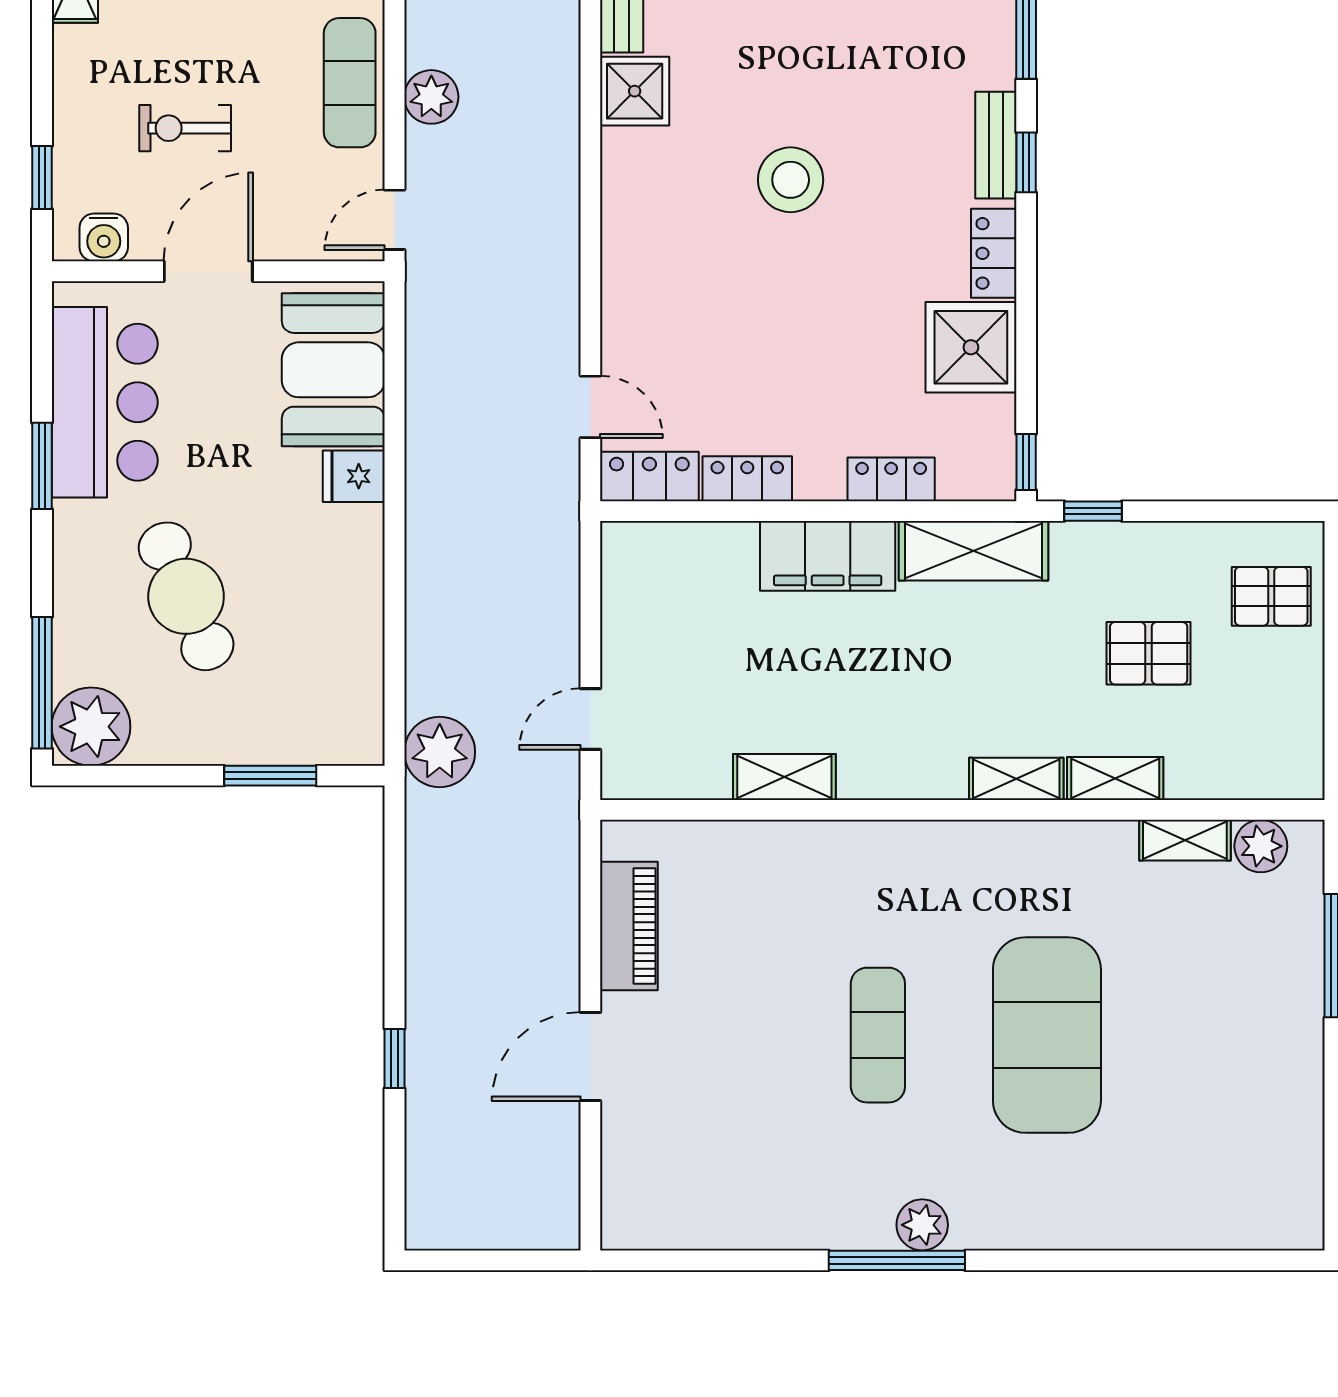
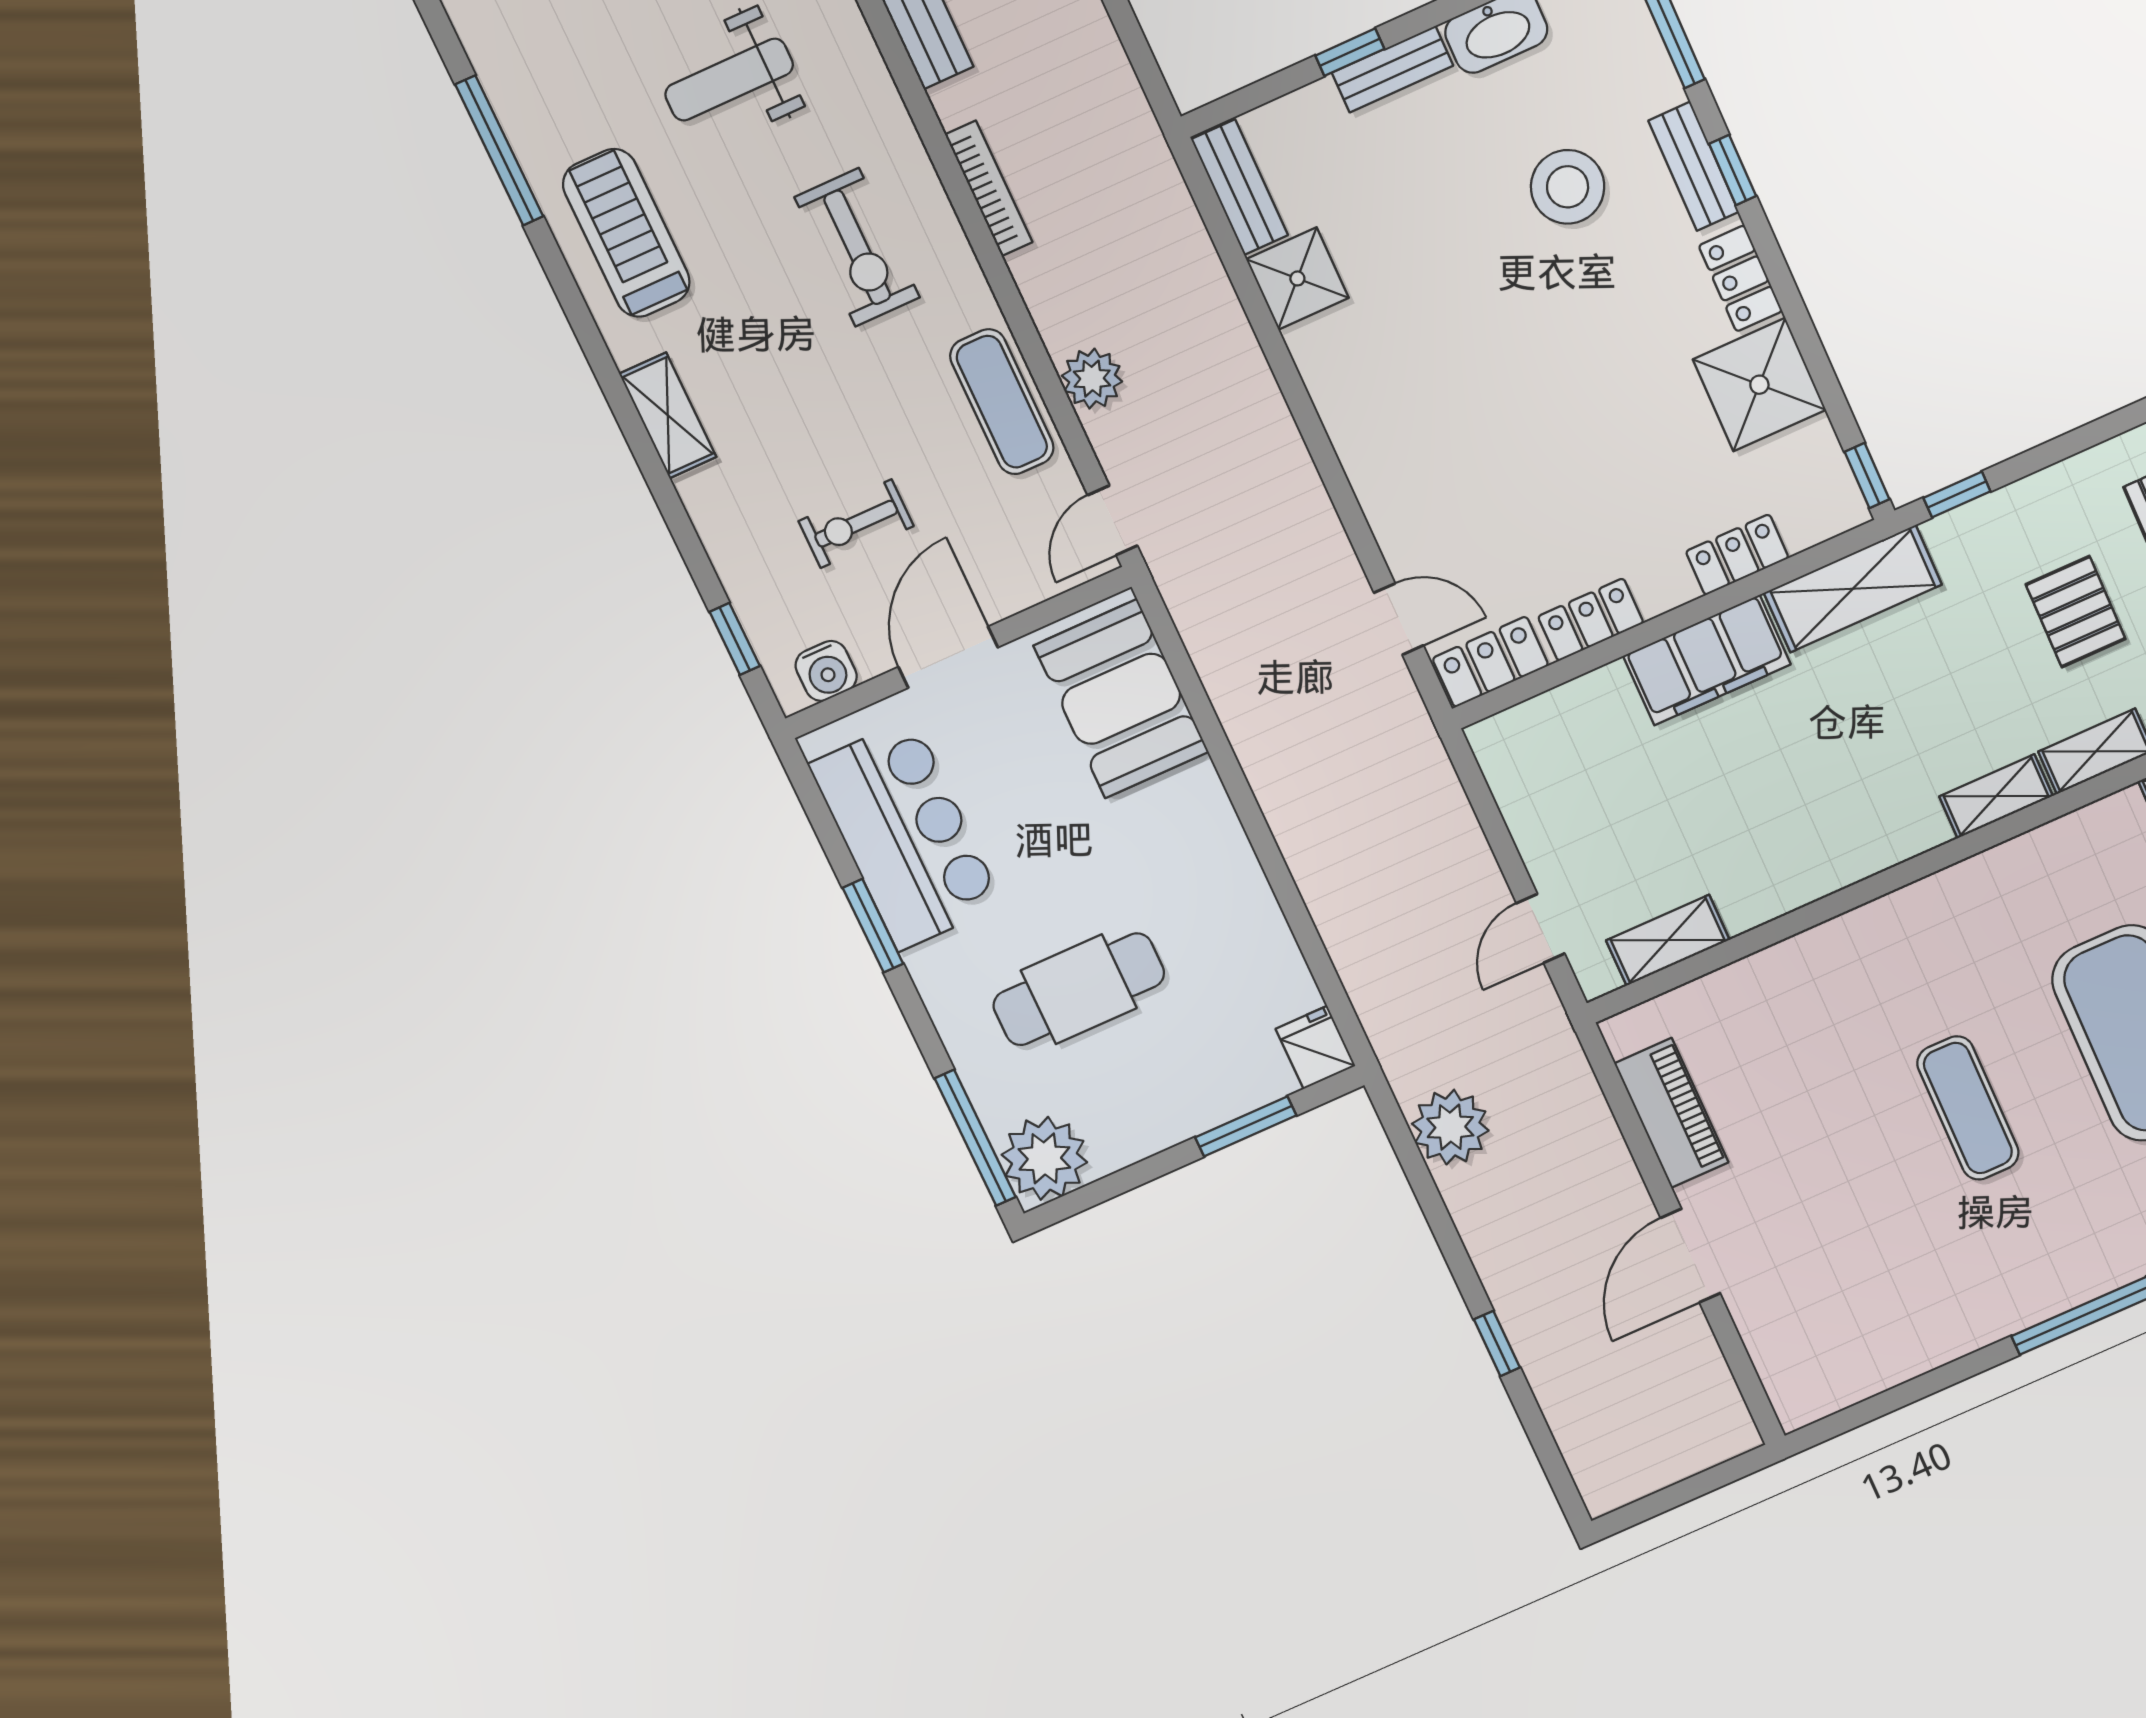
stool: (791, 180) -> (1568, 187), moved
fridge: (354, 476) -> (1316, 1047), moved, turned 90
cafe table: (186, 596) -> (1079, 989), turned -67
pallet: (1149, 653) -> (2076, 612), turned 90
plant: (440, 752) -> (1450, 1127), moved
shelving: (784, 777) -> (1668, 940), moved
plant: (922, 1225) -> (2093, 1271), removed

